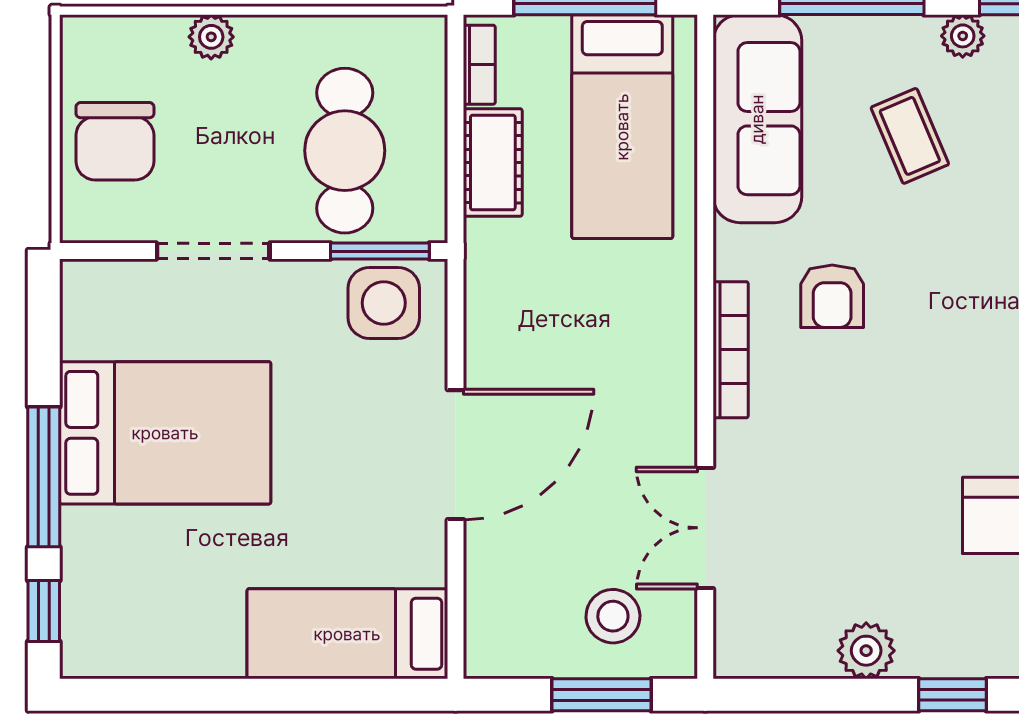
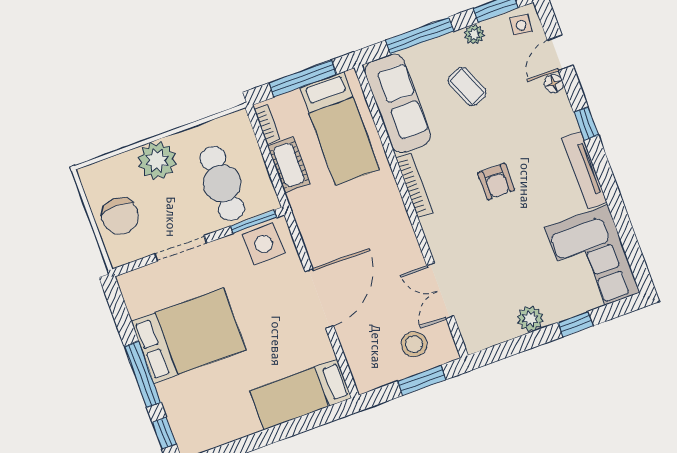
plant: (211, 37) -> (157, 160), width x1.88, depth x1.88
armchair: (832, 296) -> (496, 182), moved
bookcase: (731, 350) -> (414, 185), moved

